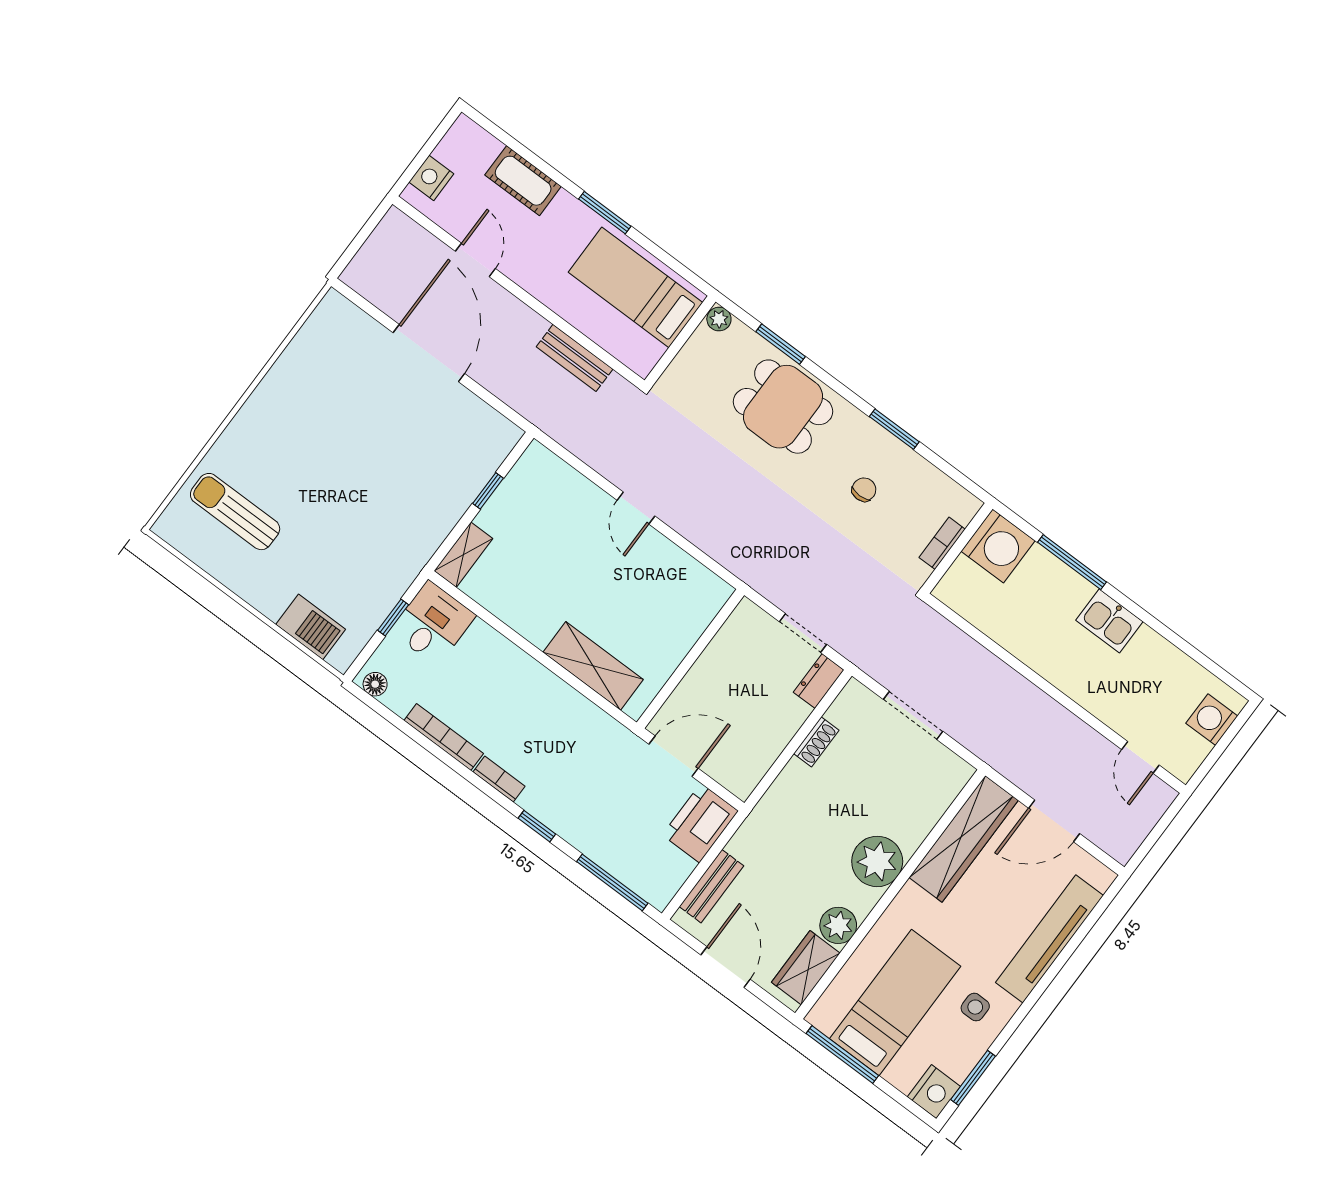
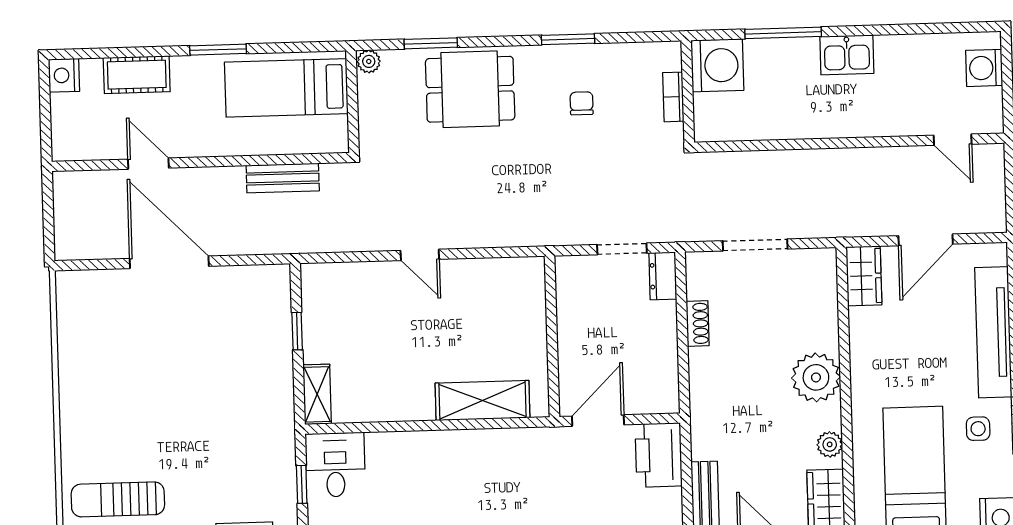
nightstand: (431, 178) -> (64, 75), moved
wardrobe: (964, 839) -> (864, 276), width x0.48, depth x0.85
plant: (838, 925) -> (830, 444), width x0.73, depth x0.73

